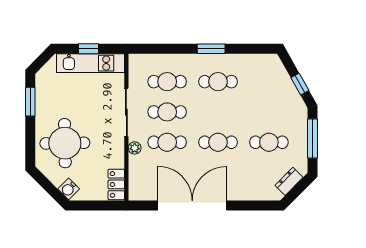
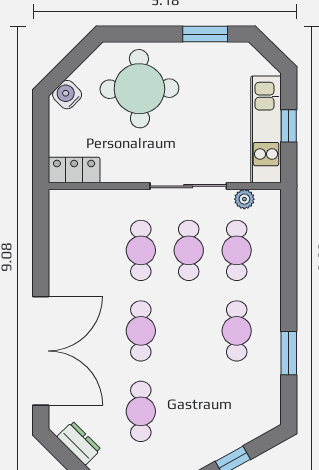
window: (211, 49) -> (289, 353), moved
plant: (135, 148) -> (244, 199), moved
double door: (192, 206) -> (41, 351), moved

